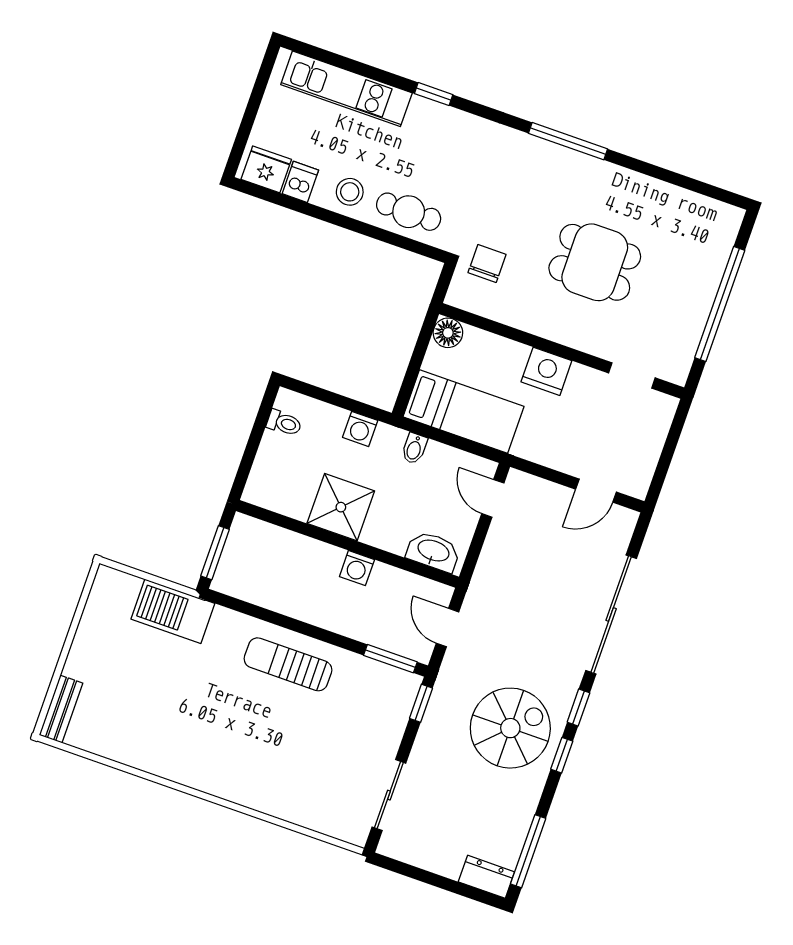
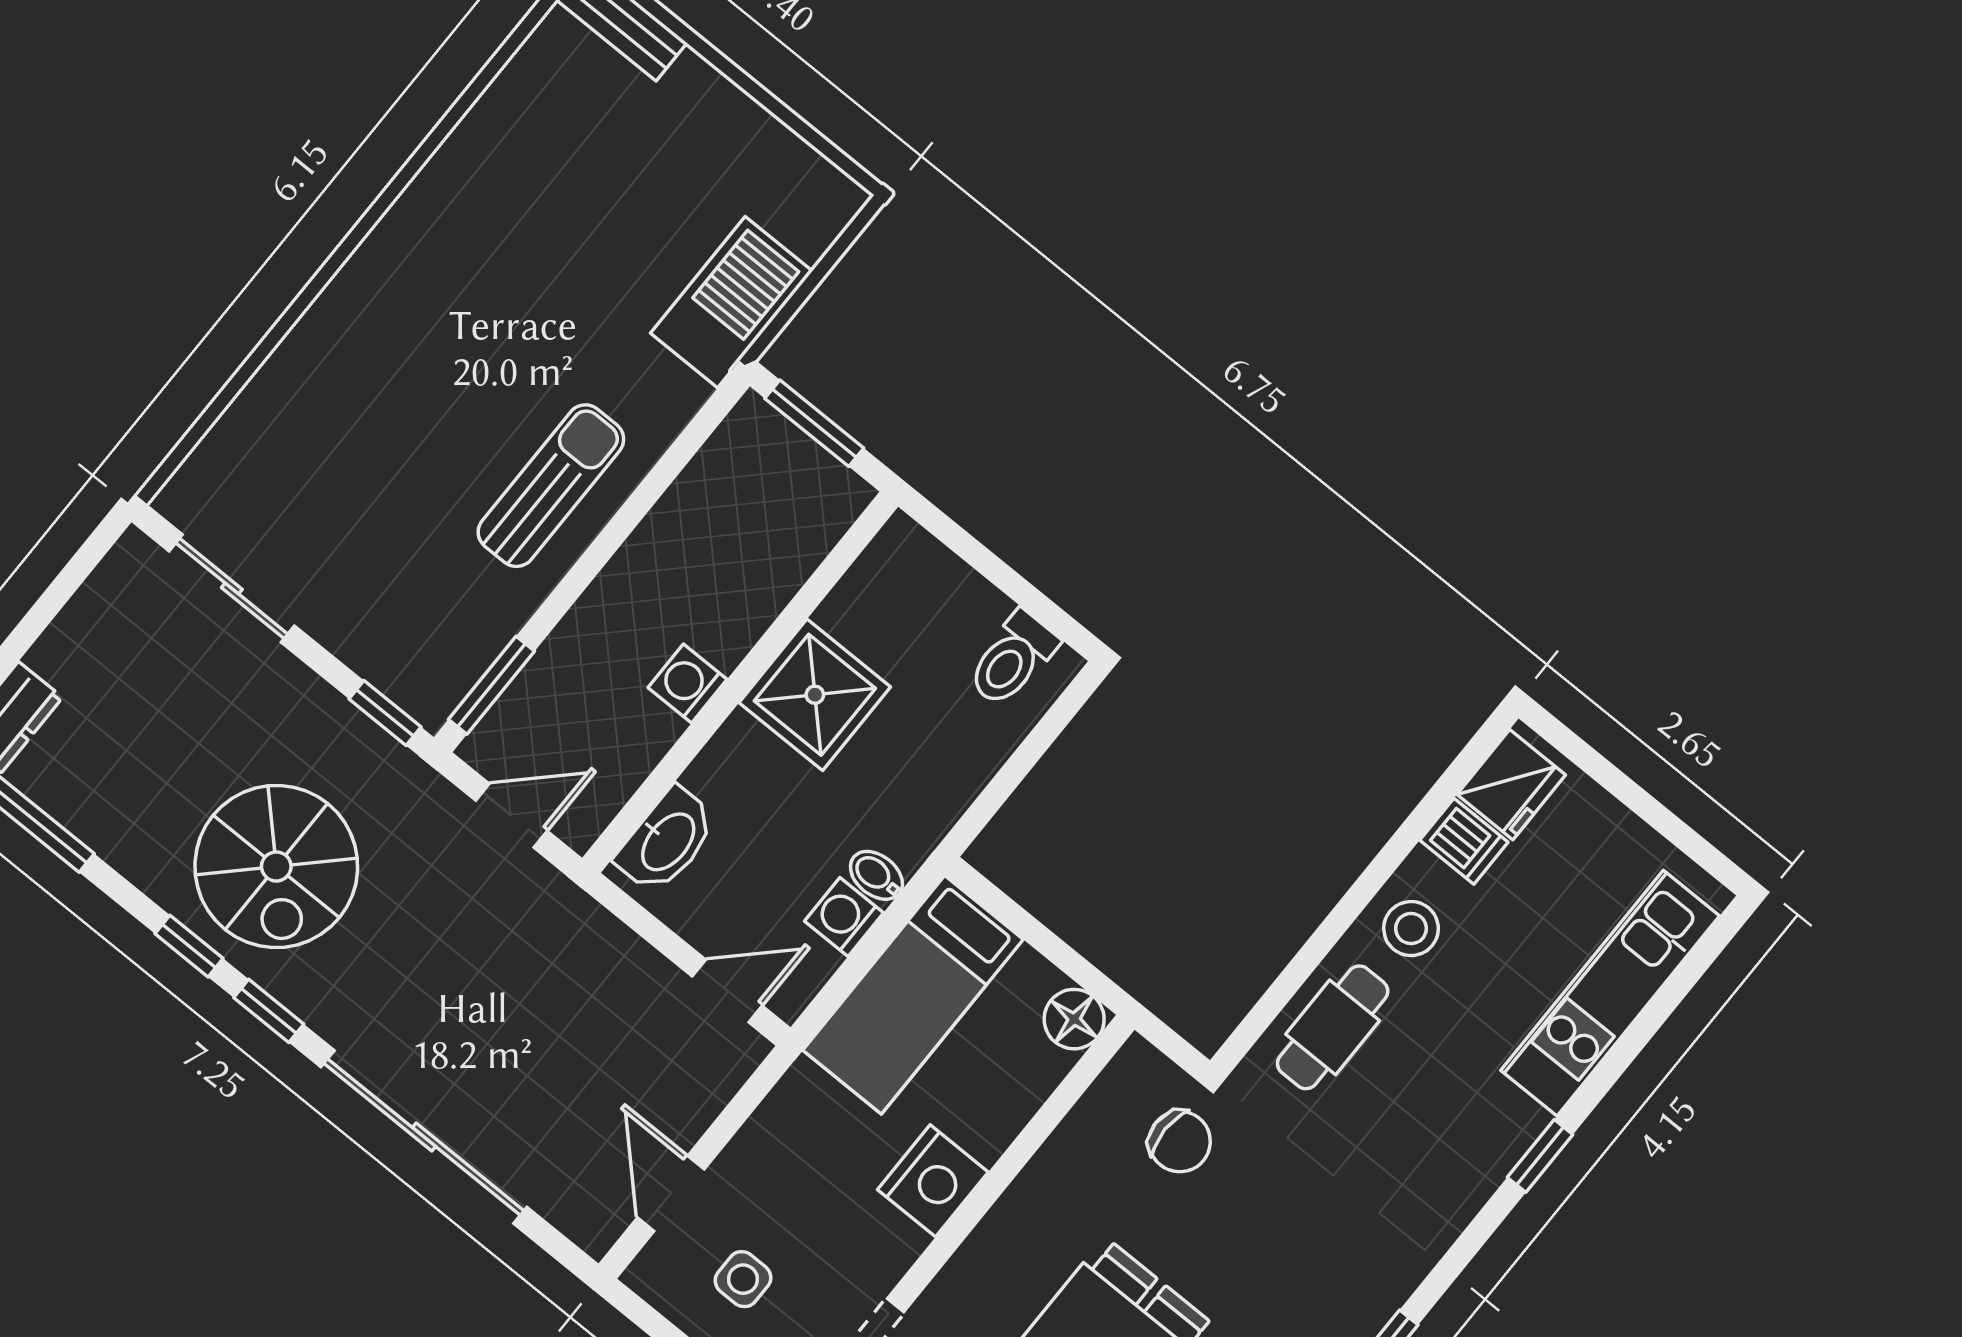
toilet: (284, 423) -> (1012, 659), width x1.37, depth x1.39
washing machine: (360, 429) -> (844, 917), moved
side table: (624, 443) -> (743, 1279), added

